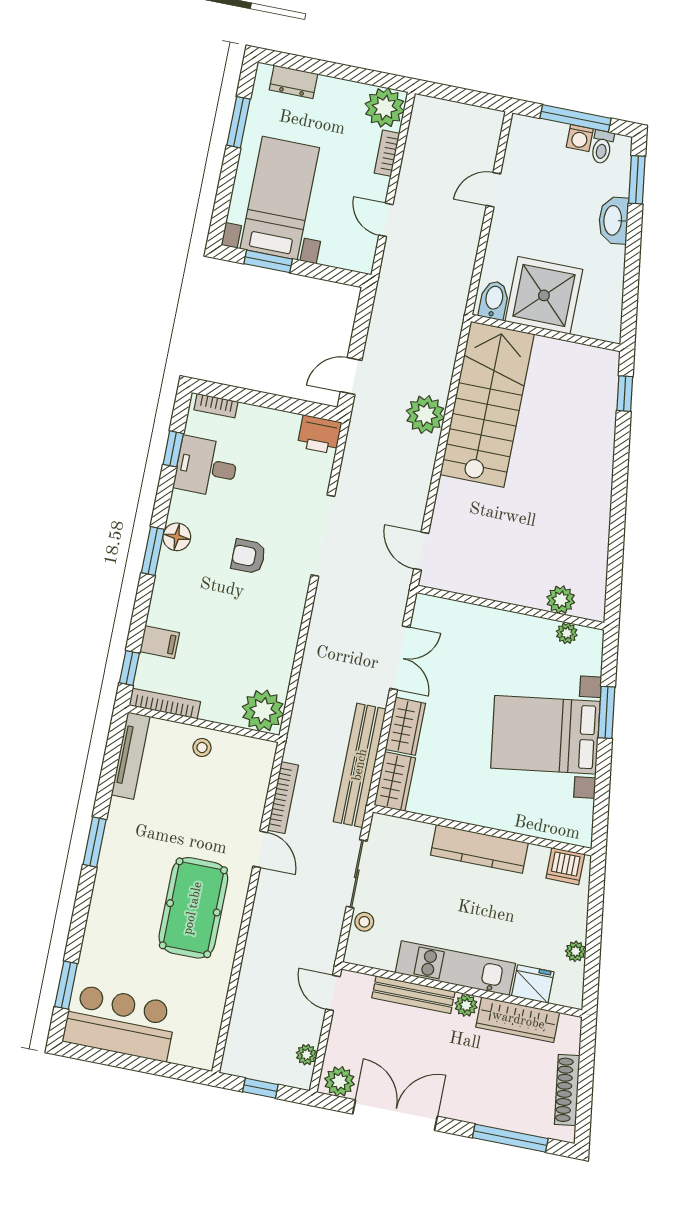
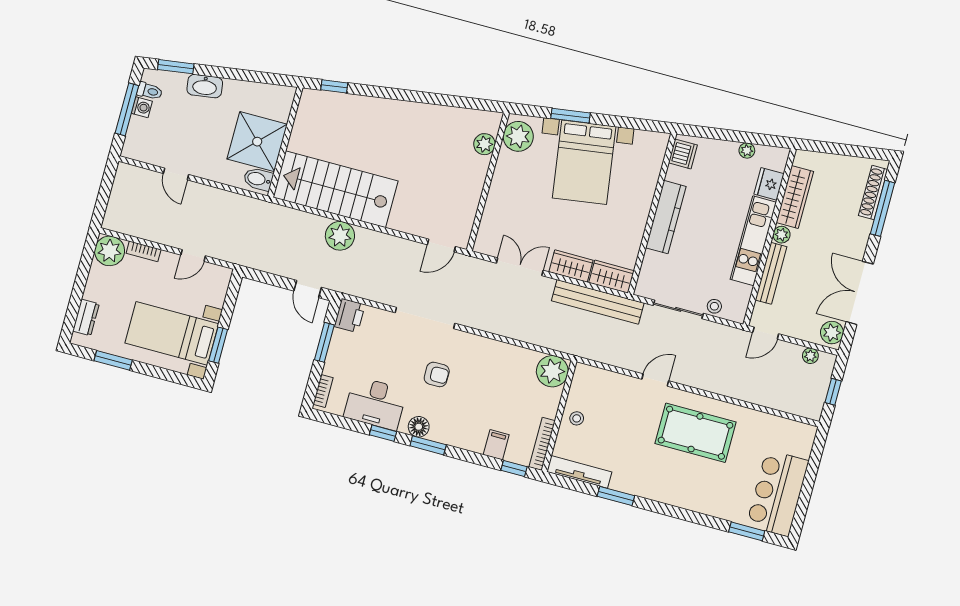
window: (281, 403) -> (324, 342), added
window: (173, 449) -> (383, 433), moved
desk: (206, 467) -> (375, 403), width x1.37
armchair: (248, 556) -> (437, 374), turned -90
plant: (567, 633) -> (518, 136), width x1.88, depth x1.88
bookcase: (283, 798) -> (618, 361), removed
window: (95, 842) -> (616, 496), moved
shoe rack: (567, 1090) -> (873, 192), moved, turned 98

